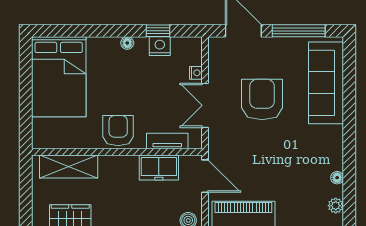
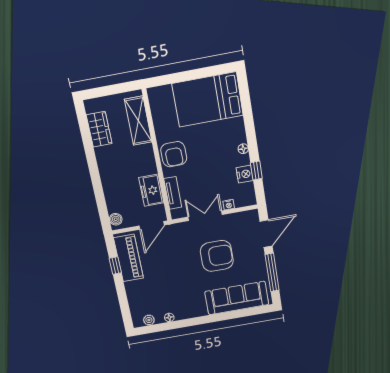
armchair: (118, 131) -> (174, 154), turned 89

